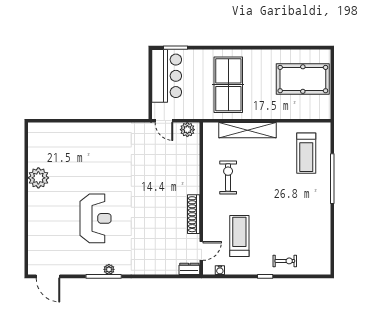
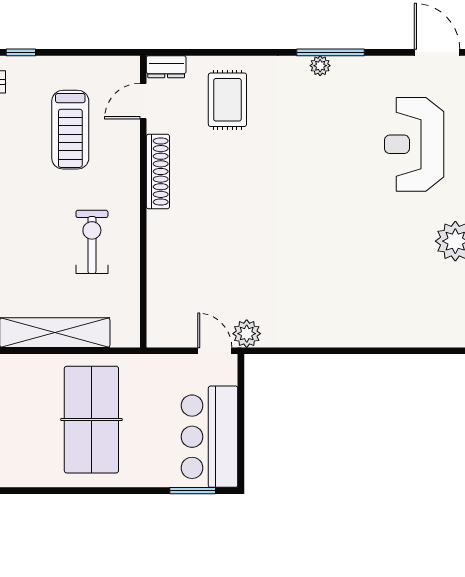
plant: (187, 130) -> (247, 334), moved
exercise bike: (228, 177) -> (92, 242), turned 180
reception desk: (95, 218) -> (414, 144), moved
rug: (157, 252) -> (227, 100), added
water cooler: (220, 270) -> (108, 64), removed

